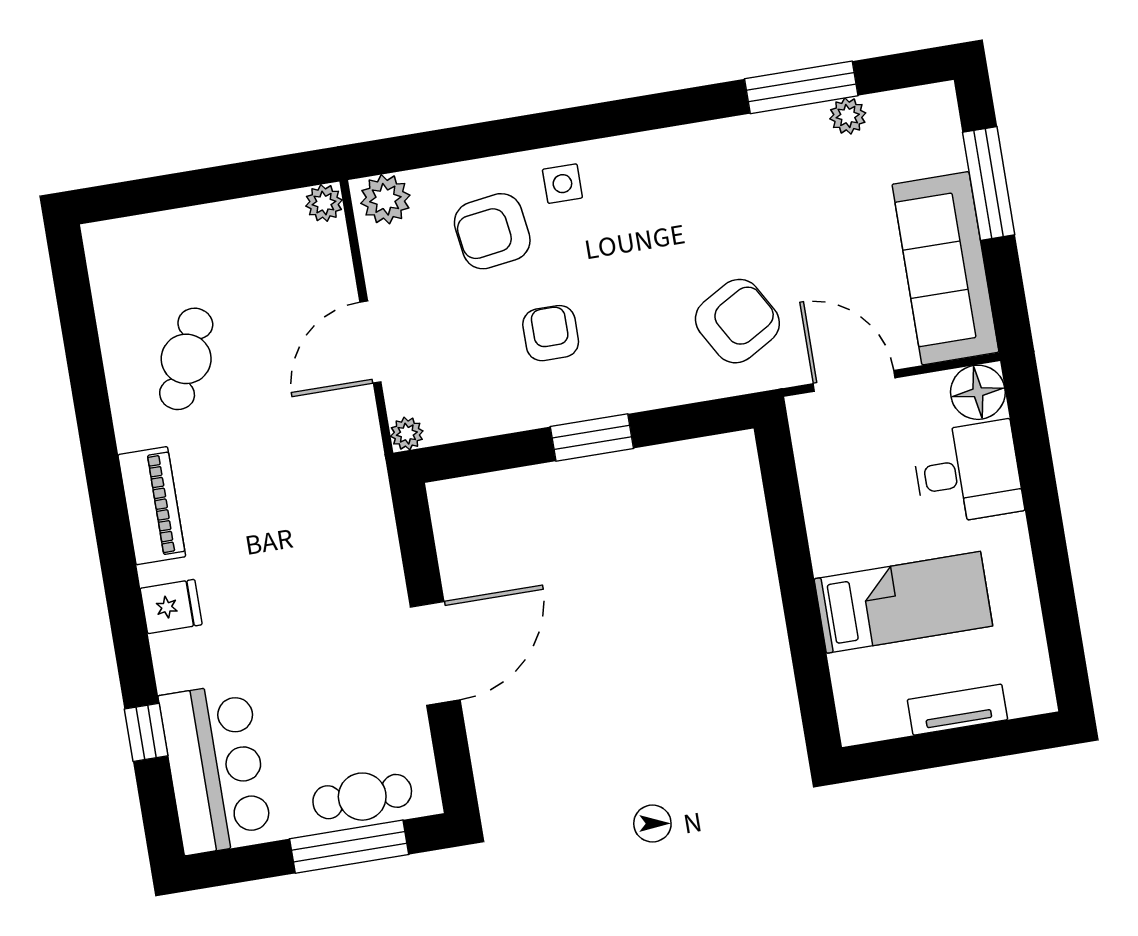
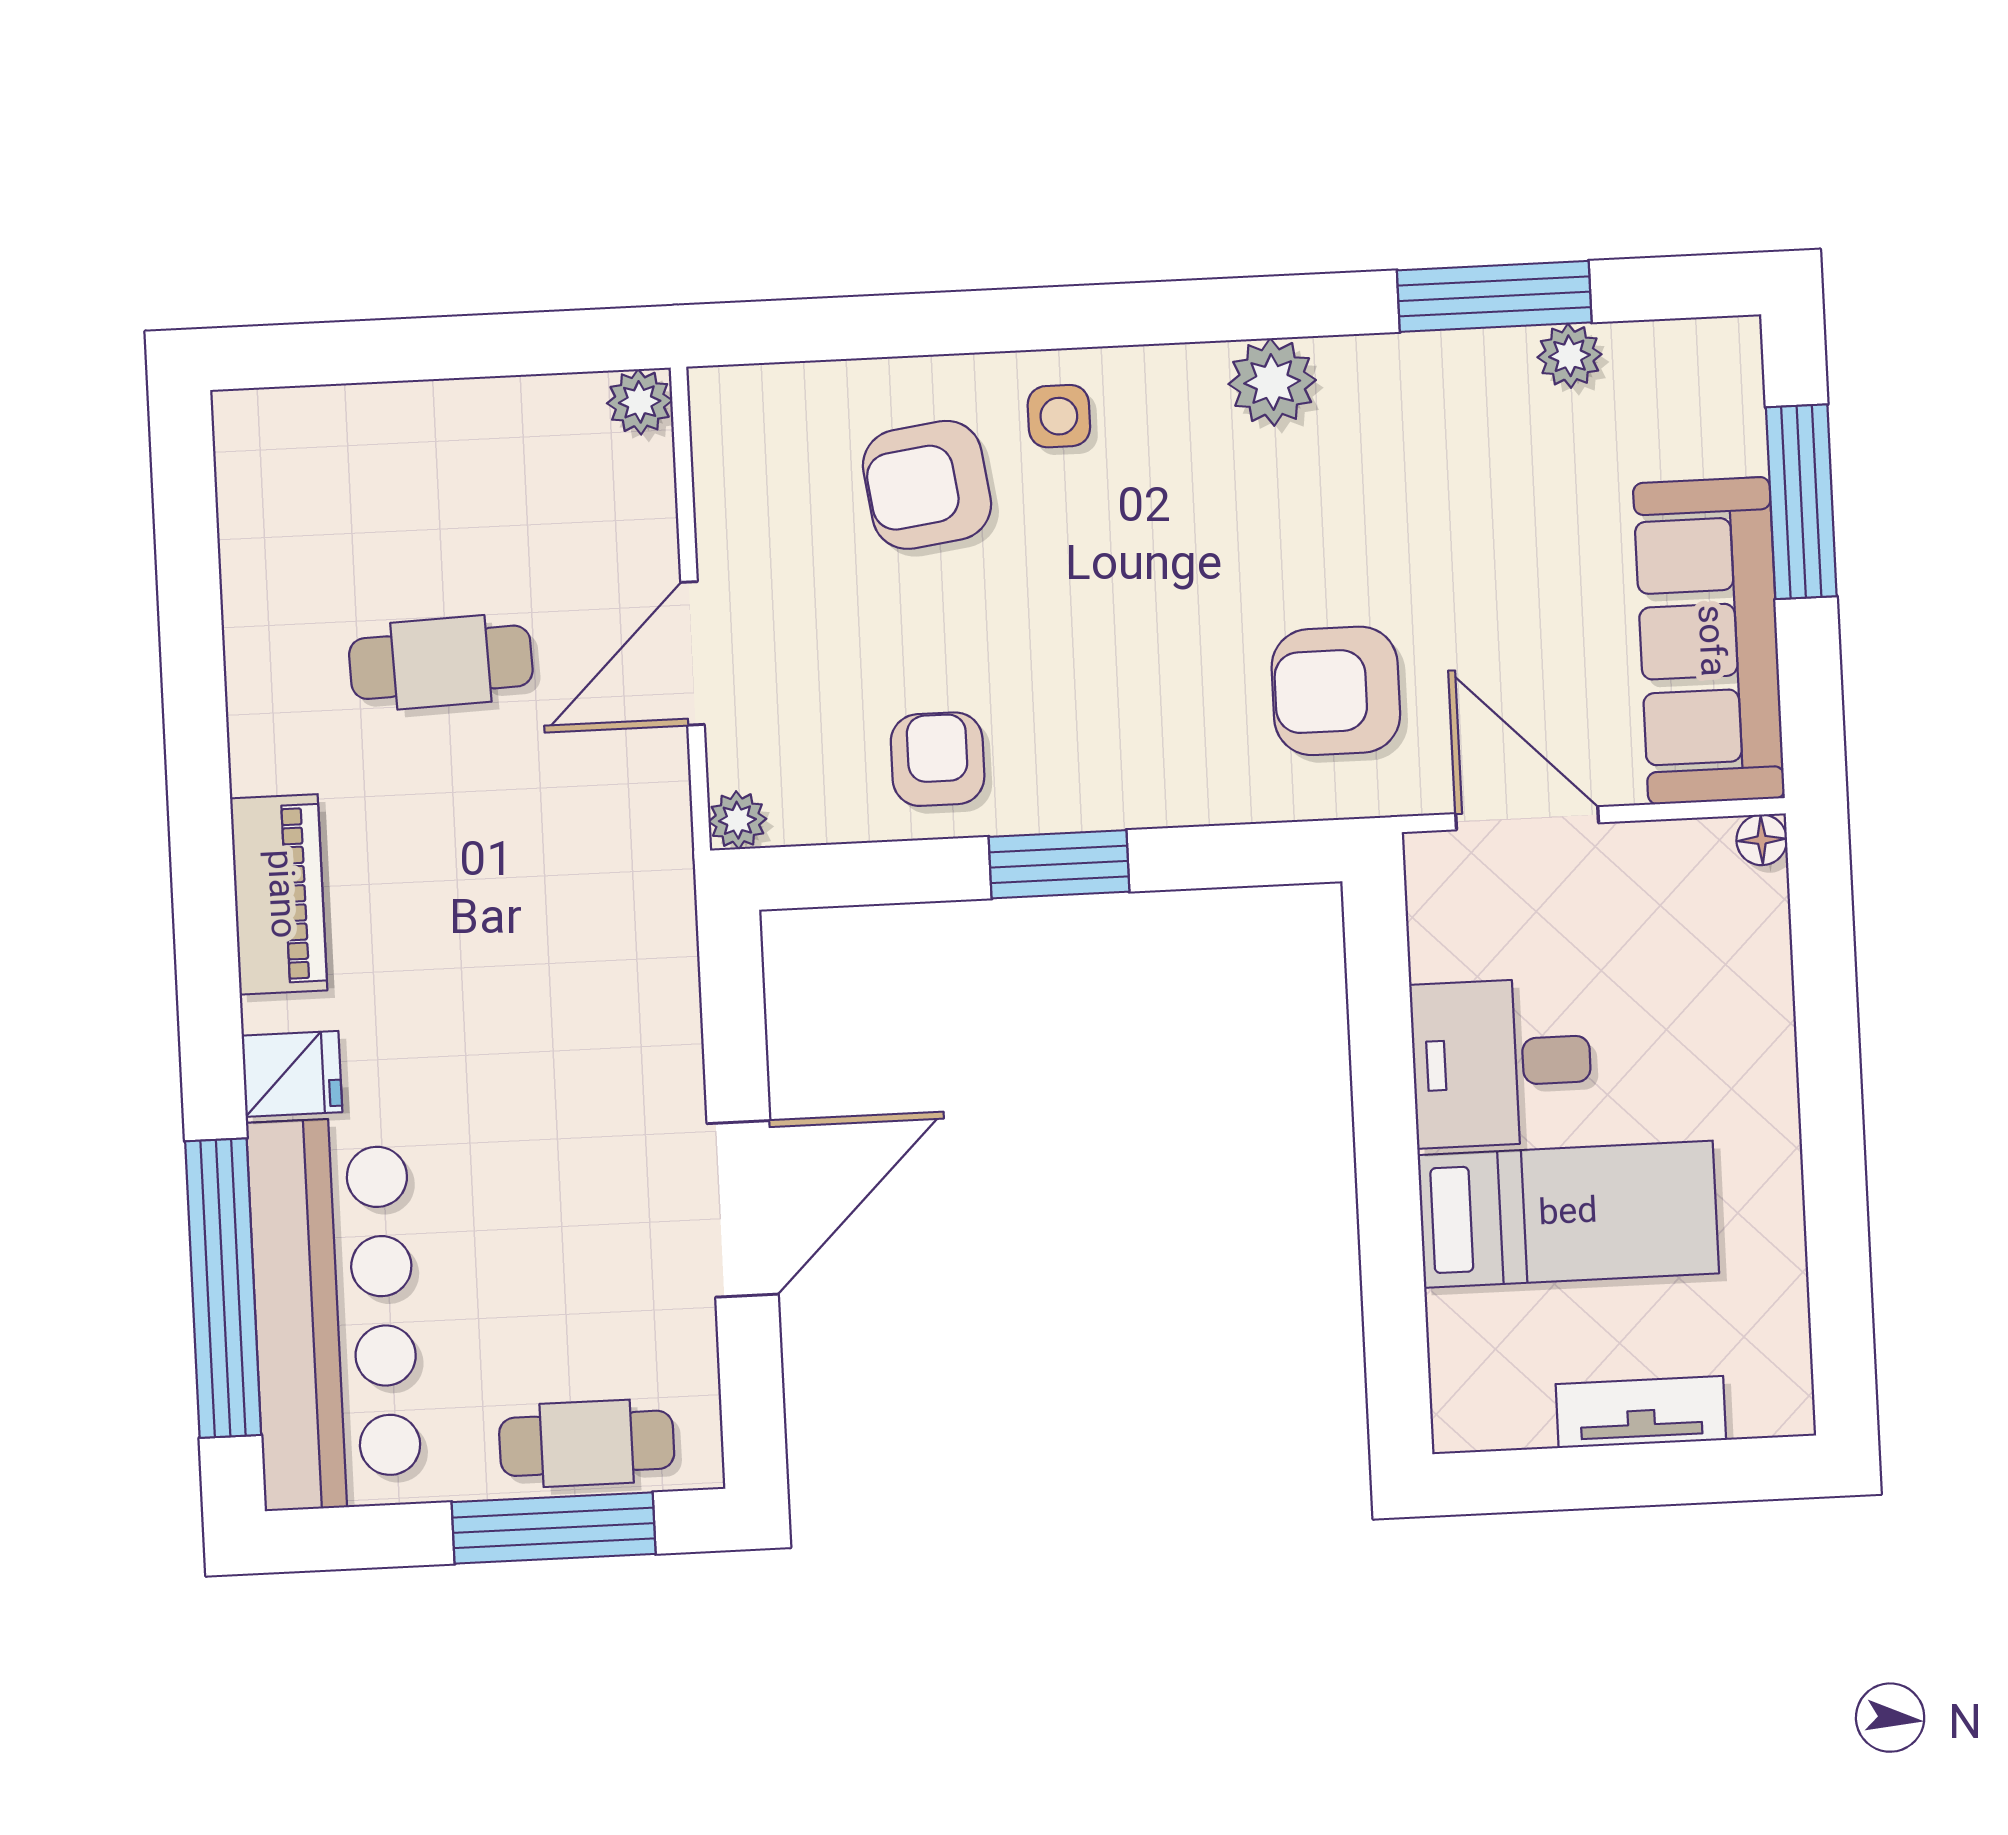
plant: (385, 199) -> (1272, 382), moved
armchair: (737, 321) -> (1336, 691), turned -150
armchair: (551, 333) -> (938, 759), moved
cafe table: (186, 359) -> (441, 662), moved, turned 64
floor lamp: (978, 392) -> (1762, 840), width x0.53, depth x0.53
desk: (968, 473) -> (1502, 1063), moved, turned 180
window: (146, 732) -> (223, 1288), width x3.17
bar counter: (216, 769) -> (334, 1313), width x1.36

